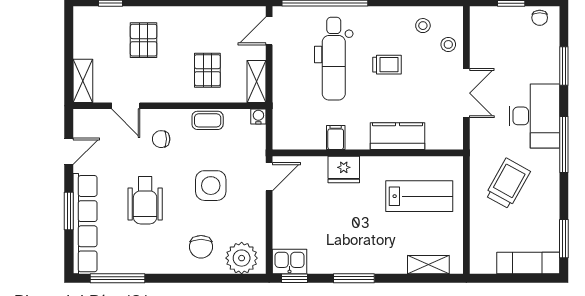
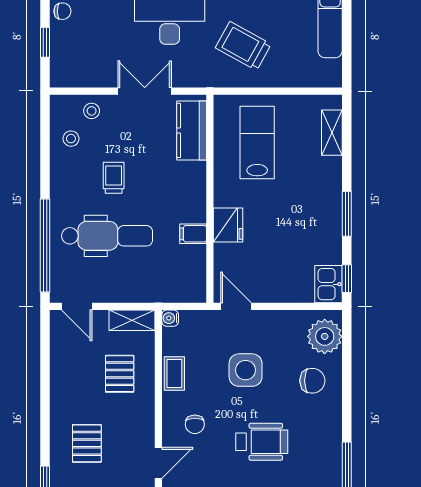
pallet: (144, 40) -> (87, 443), turned 90
pallet: (207, 70) -> (120, 374), turned 90
kitchen counter: (398, 136) -> (192, 130), moved

